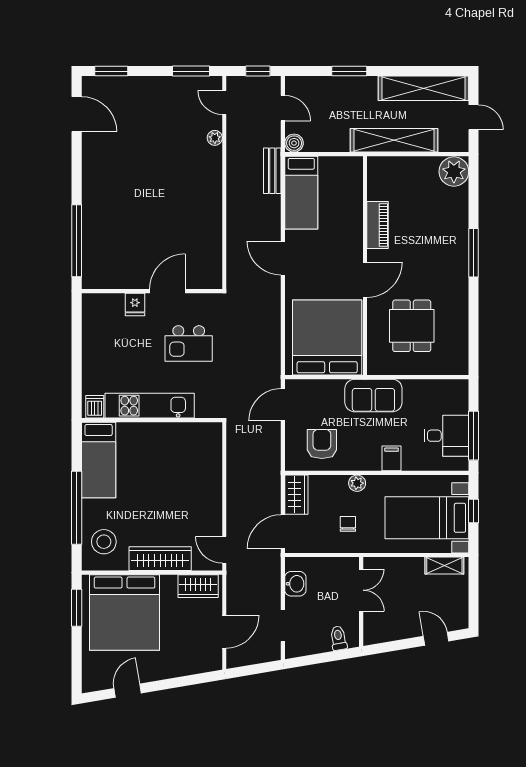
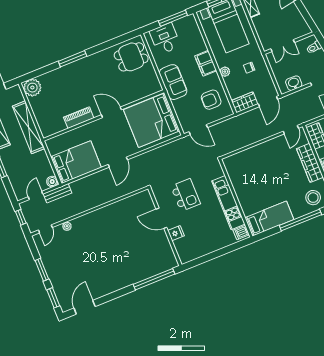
window: (191, 71) -> (42, 270), moved
bench: (272, 171) -> (57, 193), moved
bed: (301, 193) -> (76, 162), width x1.50
dining table: (412, 326) -> (131, 57), moved
desk: (446, 436) -> (165, 39), moved
filing cabinet: (392, 458) -> (206, 63), width x2.00
door: (283, 532) -> (268, 101), hinge flipped
double door: (361, 590) -> (283, 46), swing flipped

